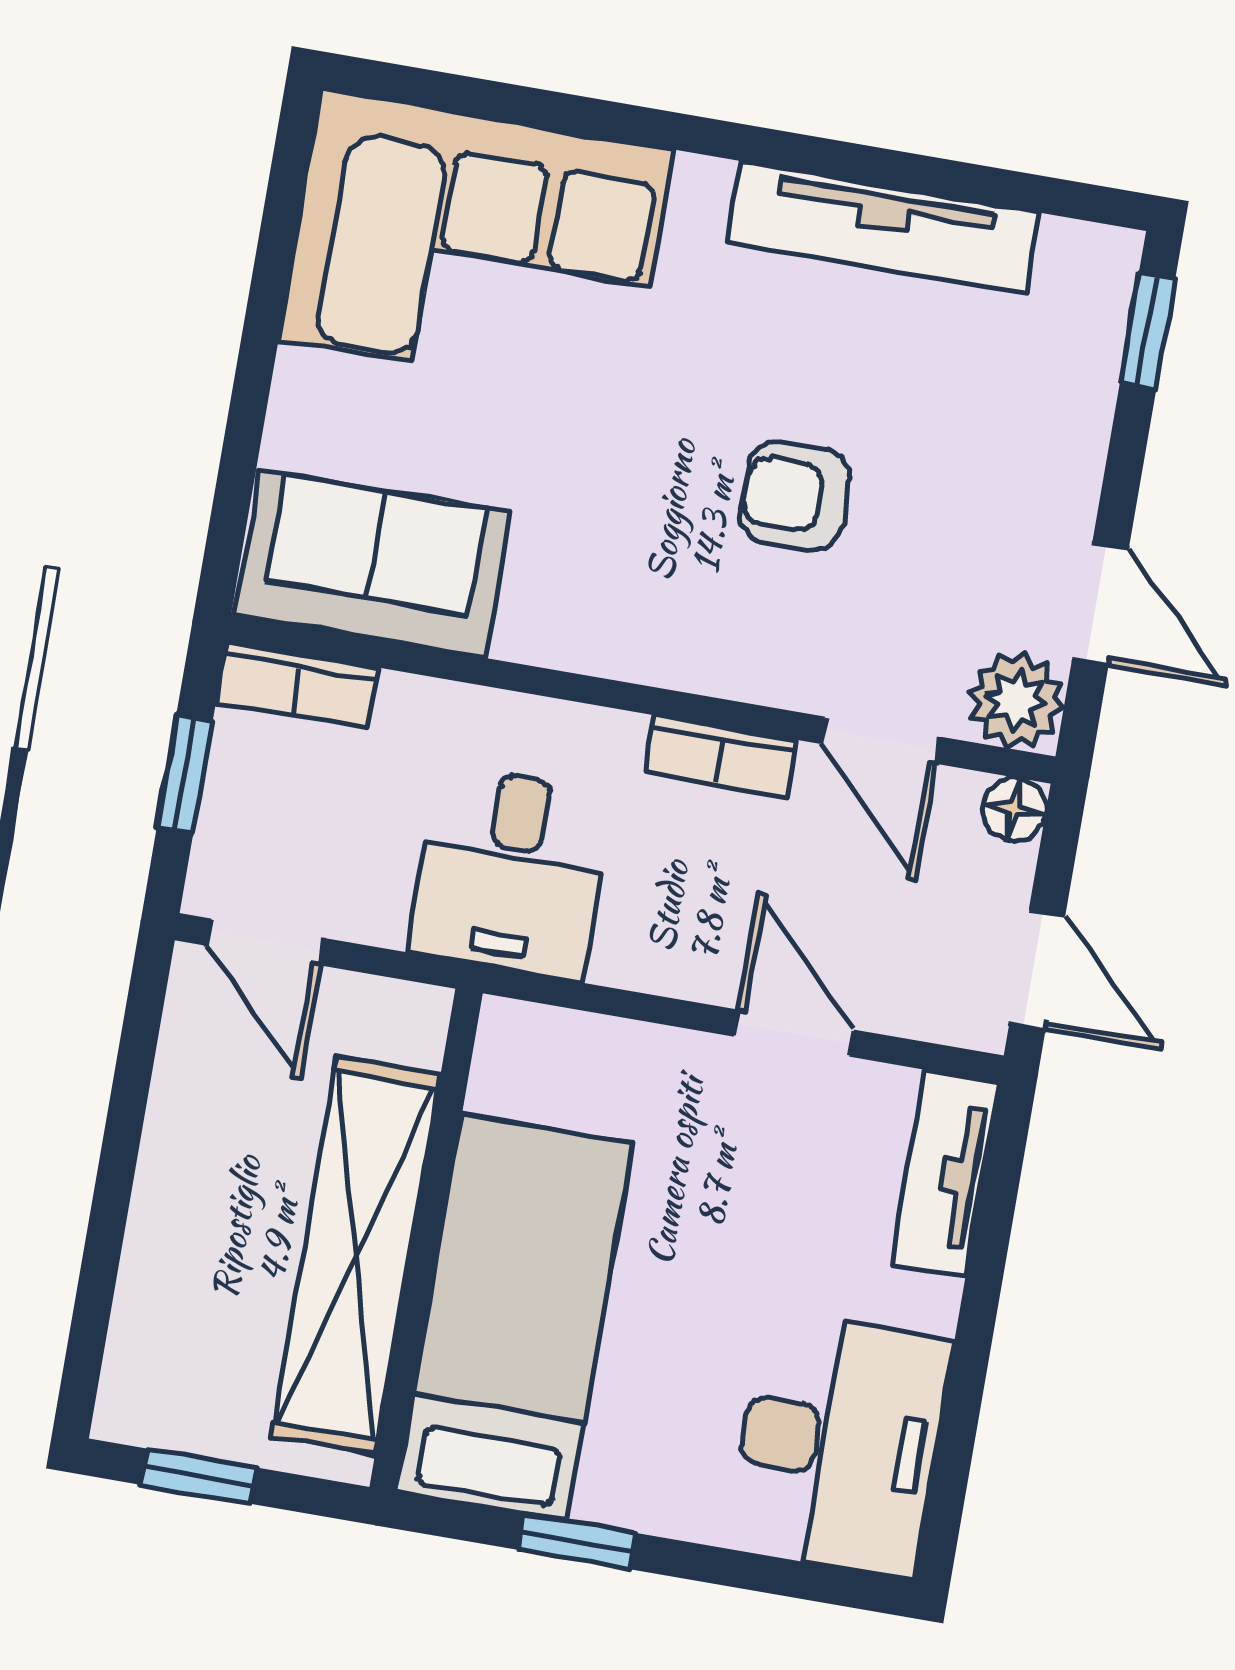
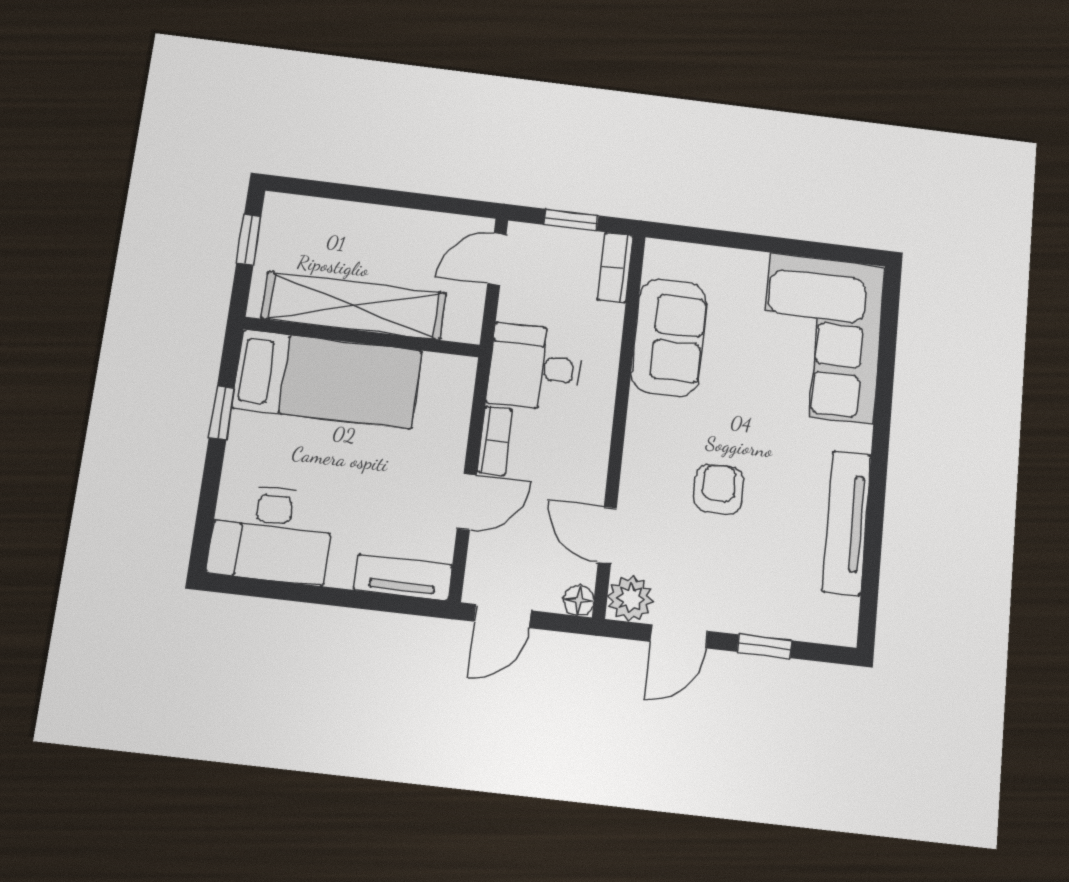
window: (1148, 331) -> (764, 646), moved
sofa: (373, 564) -> (669, 337), moved
door: (881, 740) -> (607, 535), hinge flipped
bookcase: (720, 756) -> (495, 441), moved, turned 180

